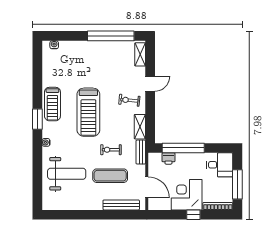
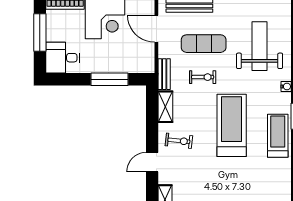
window: (183, 148) -> (110, 79), width x0.68
printer: (168, 158) -> (129, 66), removed
weight bench: (67, 174) -> (260, 46), turned 90

